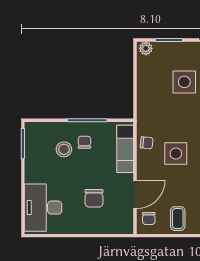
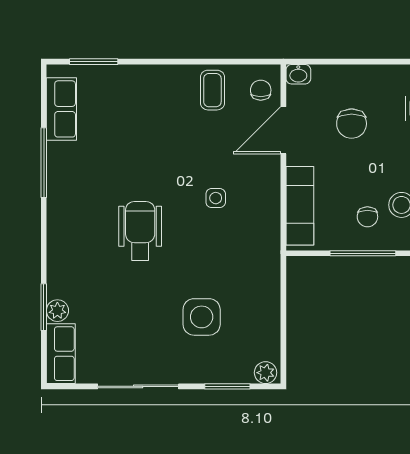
chair: (147, 143) -> (264, 216), removed
side table: (176, 154) -> (216, 198), width x0.54, depth x0.54
chair: (94, 198) -> (352, 124), turned 180
washbasin: (126, 228) -> (298, 74), added

